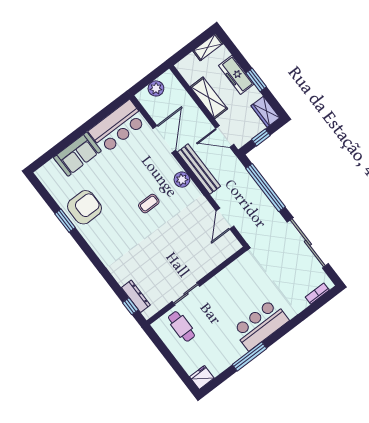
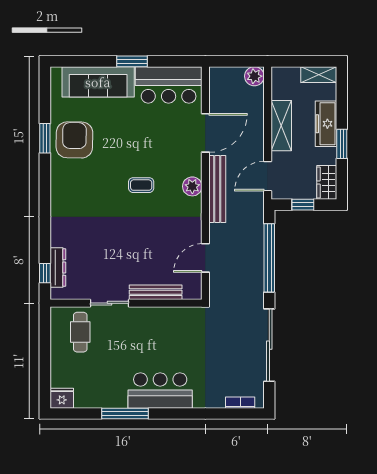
plant: (156, 88) -> (254, 76), moved
window: (83, 129) -> (132, 61), added
door: (225, 136) -> (268, 176), hinge flipped
sofa: (77, 154) -> (98, 82), width x1.36
armchair: (84, 207) -> (74, 140), turned -89
bench: (210, 265) -> (156, 292), added

